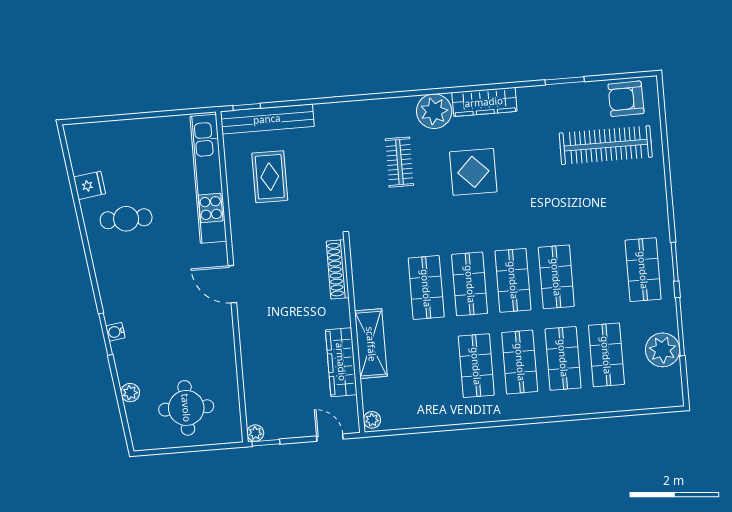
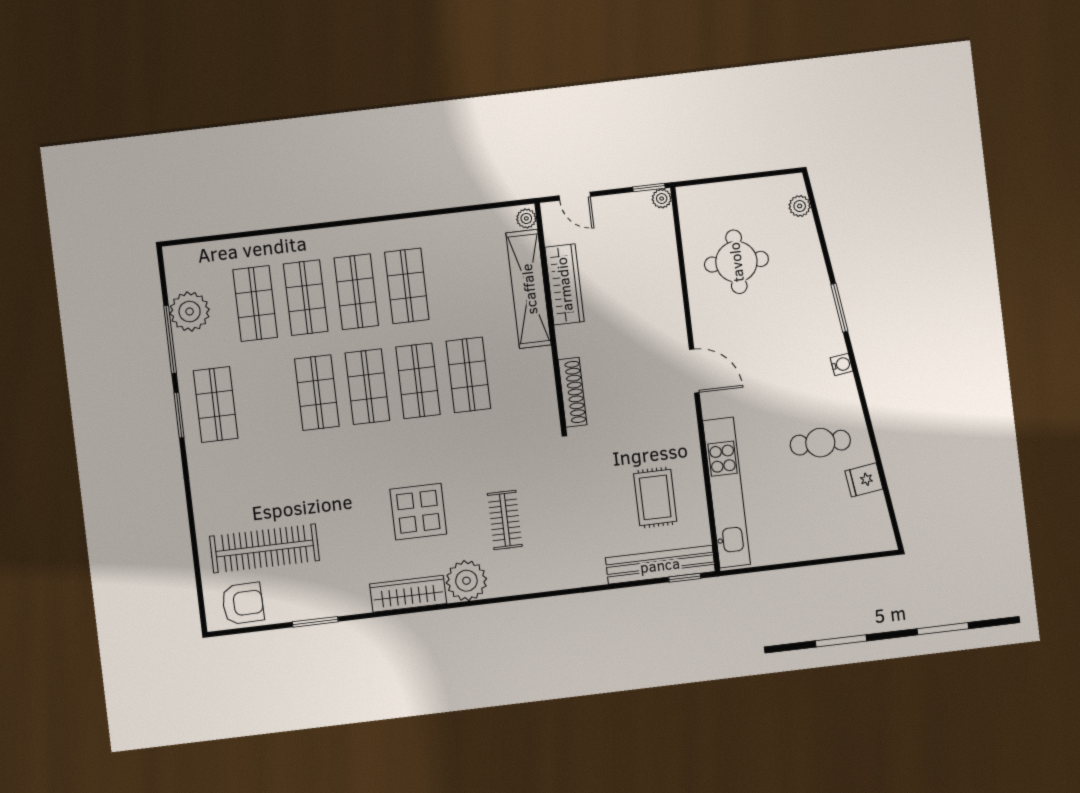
water cooler: (116, 332) -> (842, 364), moved
shelving: (371, 344) -> (529, 289), width x1.47
plant: (130, 393) -> (800, 206), moved
round table: (186, 408) -> (736, 262), moved

